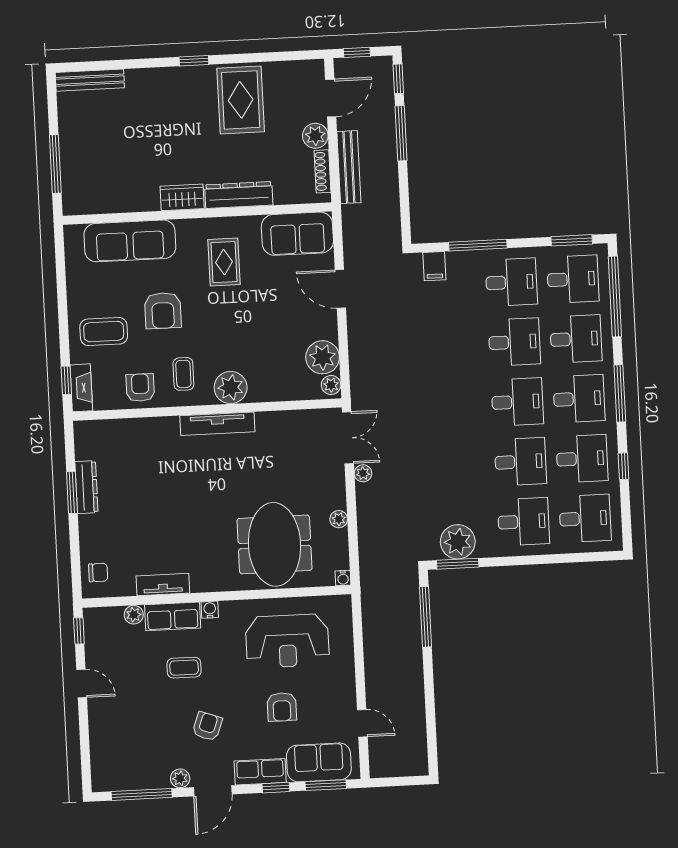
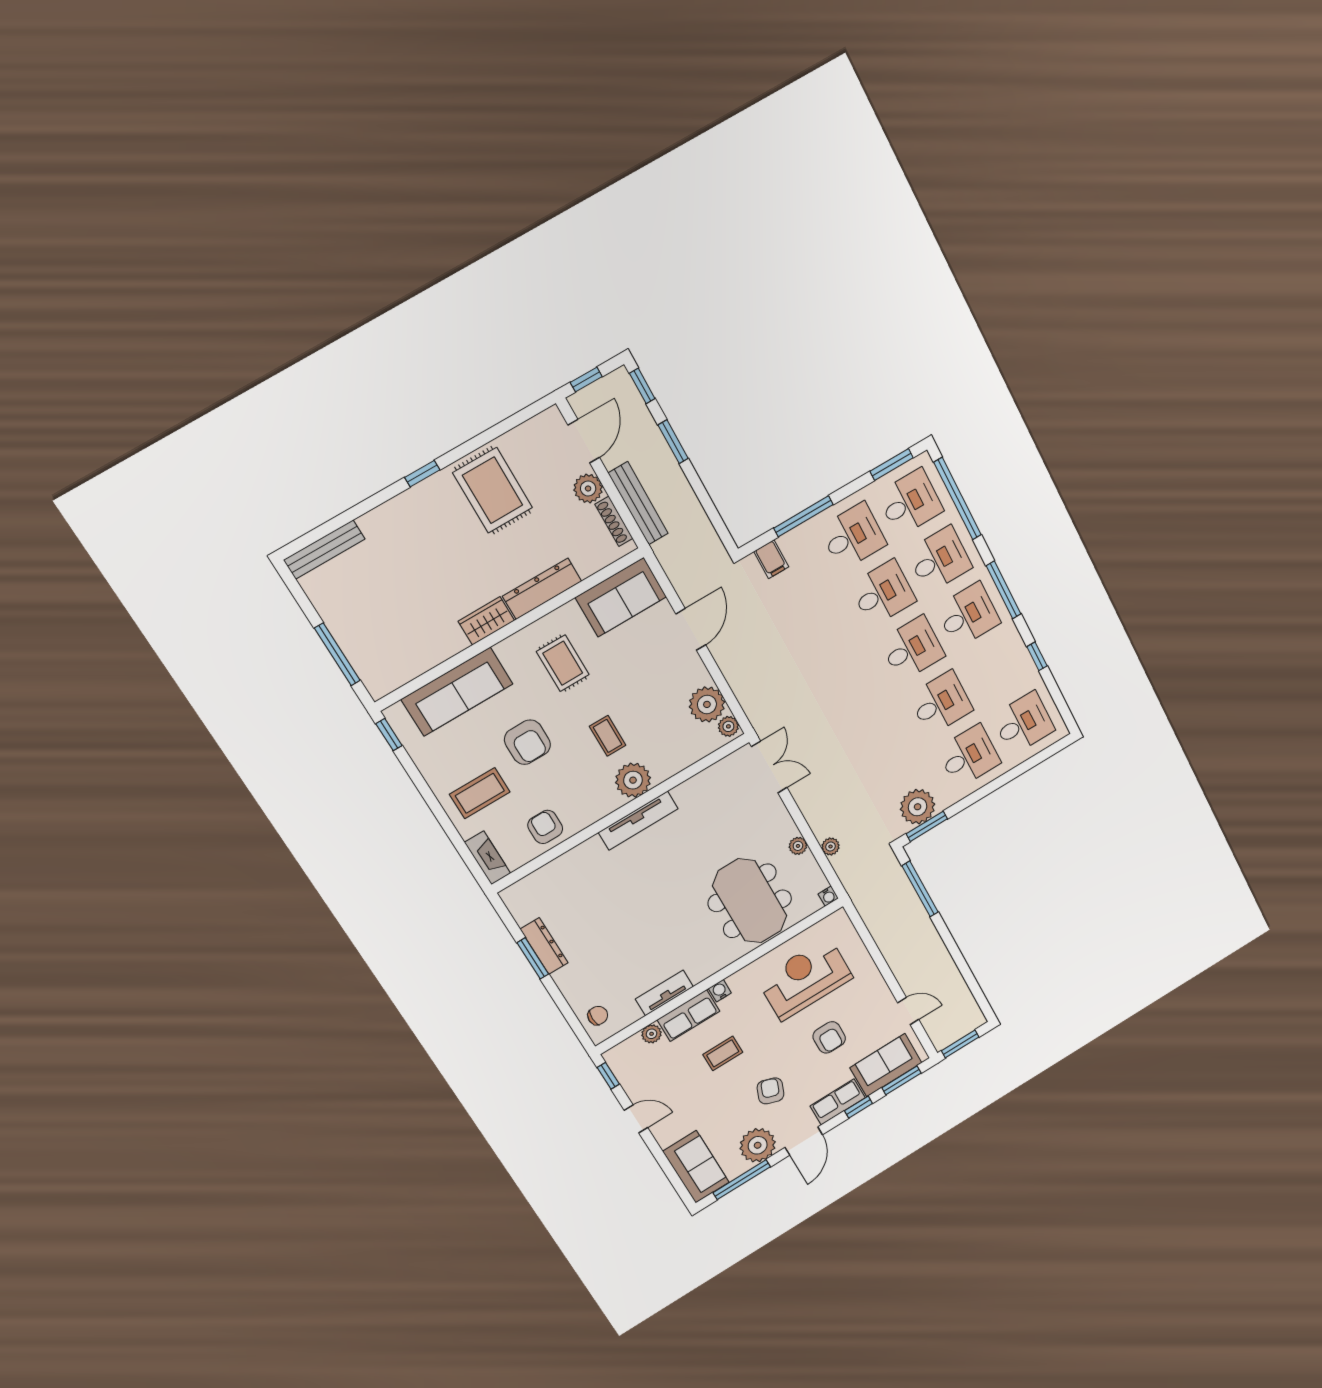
window: (401, 133) -> (673, 442), width x0.69
door: (340, 289) -> (691, 629), swing flipped
coffee table: (183, 374) -> (608, 736), moved
window: (66, 380) -> (389, 735), moved
desk: (582, 459) -> (996, 670), removed
plant: (363, 473) -> (831, 846), moved
reception desk: (287, 641) -> (805, 979), turned 180
sofa: (109, 758) -> (696, 1167), added
plant: (180, 778) -> (758, 1145), width x1.88, depth x1.88
window: (394, 782) -> (960, 1044), added

